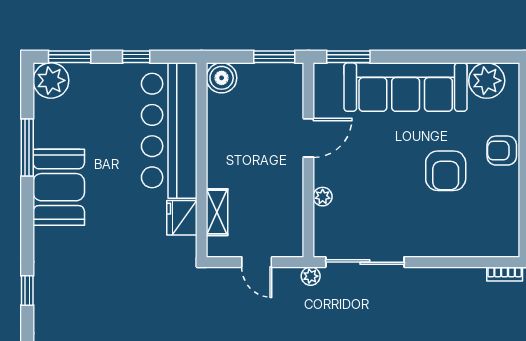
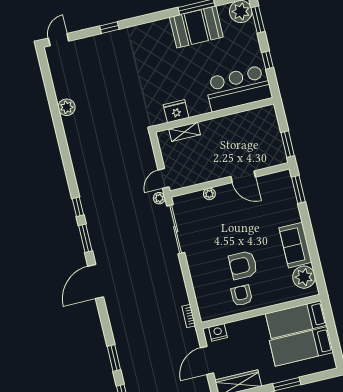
boiler: (222, 78) -> (267, 115), removed
sofa: (406, 87) -> (295, 245), width x0.54, depth x0.79
bar counter: (169, 131) -> (238, 88), width x0.73
armchair: (502, 151) -> (242, 295), moved
booth: (59, 187) -> (196, 27), moved
door: (257, 262) -> (164, 178), moved

